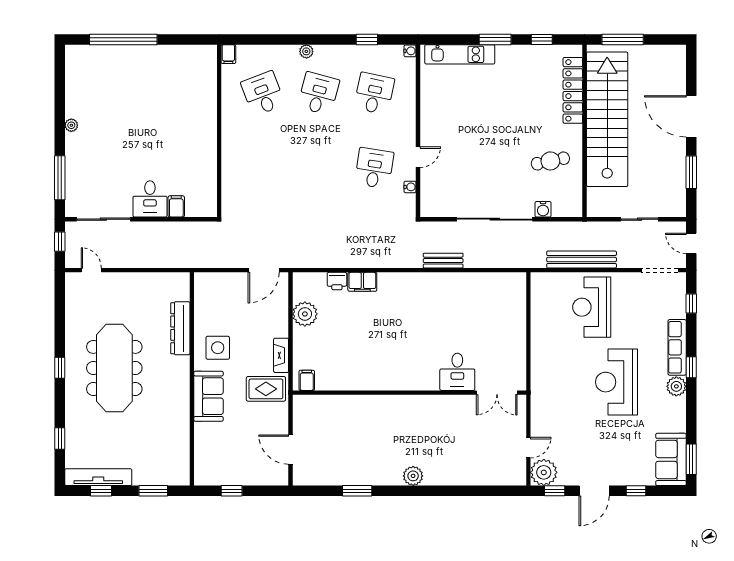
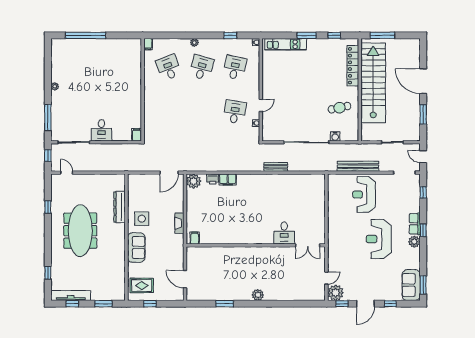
filing cabinet: (176, 206) -> (137, 135), moved
plant: (305, 314) -> (194, 181), moved
row of seats: (677, 347) -> (415, 224), width x0.68
window: (60, 368) -> (48, 207), moved
rug: (266, 389) -> (142, 285), moved

